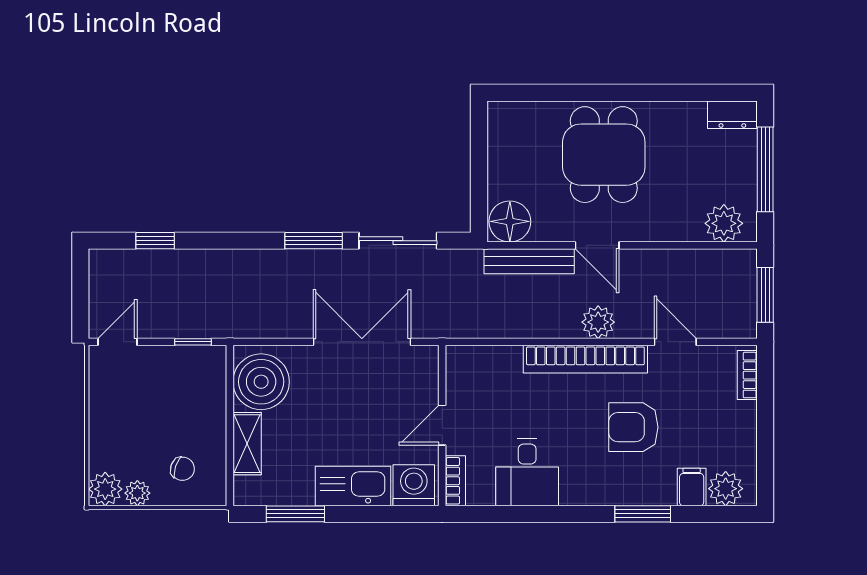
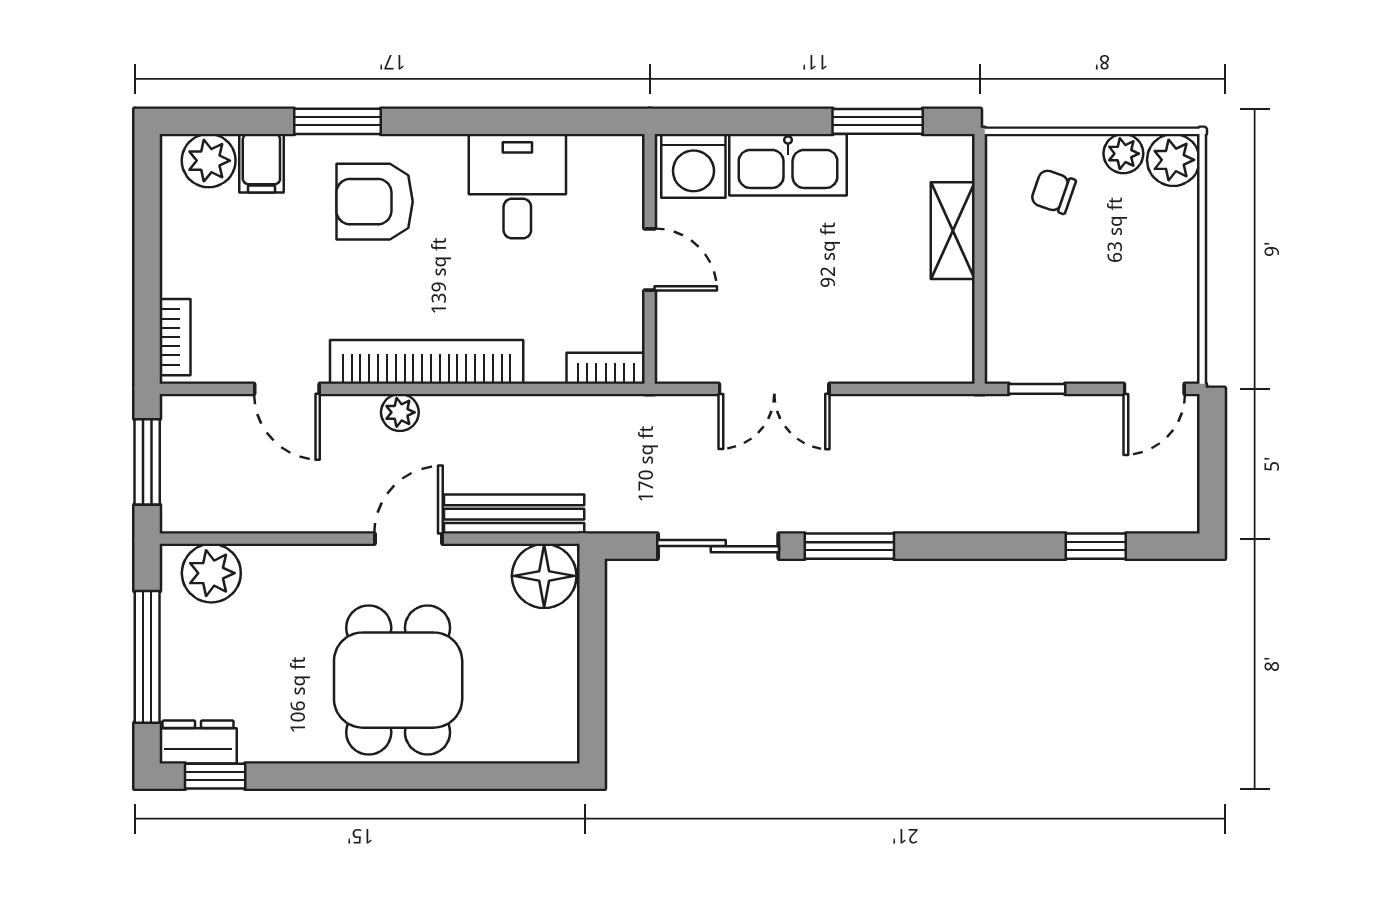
window: (721, 93) -> (215, 776), added
door: (597, 245) -> (408, 539), hinge flipped
plant: (598, 322) -> (400, 412), width x0.73, depth x0.73
double door: (362, 342) -> (774, 389), width x0.73
boiler: (261, 382) -> (931, 327), removed
door: (442, 425) -> (650, 259), hinge flipped
armchair: (633, 427) -> (375, 202), moved, turned 180
bookcase: (455, 481) -> (606, 368), moved, turned 90

